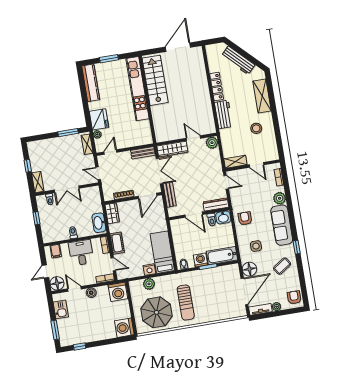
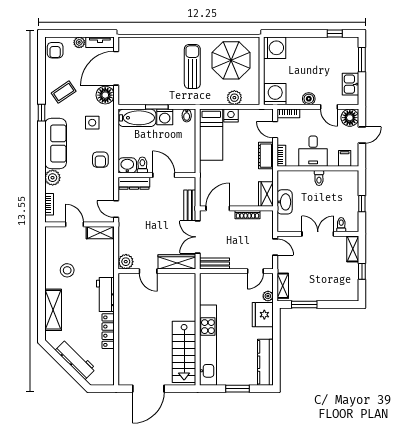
washbasin: (99, 223) -> (285, 202), moved

